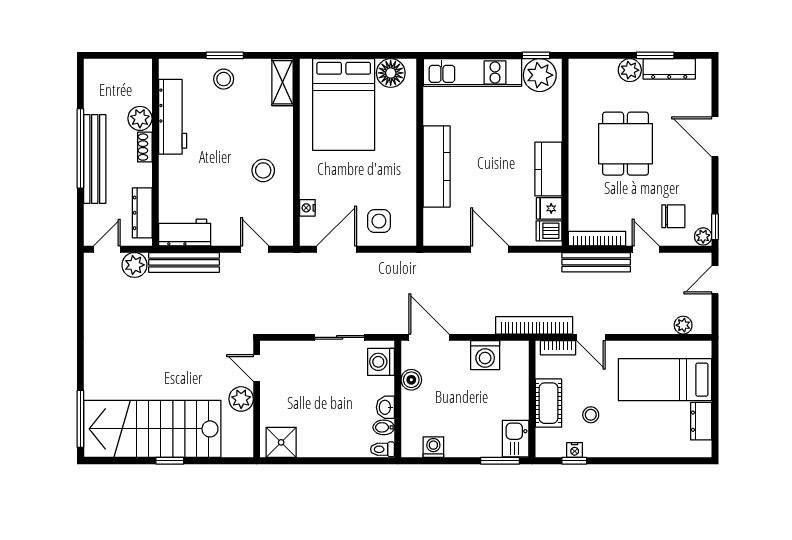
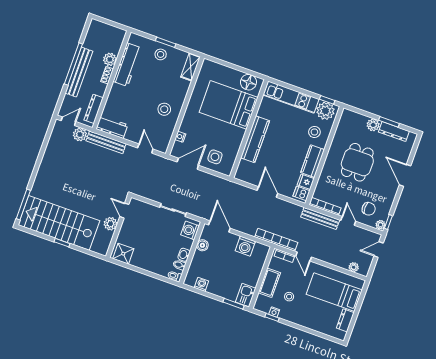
bed: (344, 105) -> (229, 105), moved, turned 90
stool: (534, 118) -> (314, 132), added

